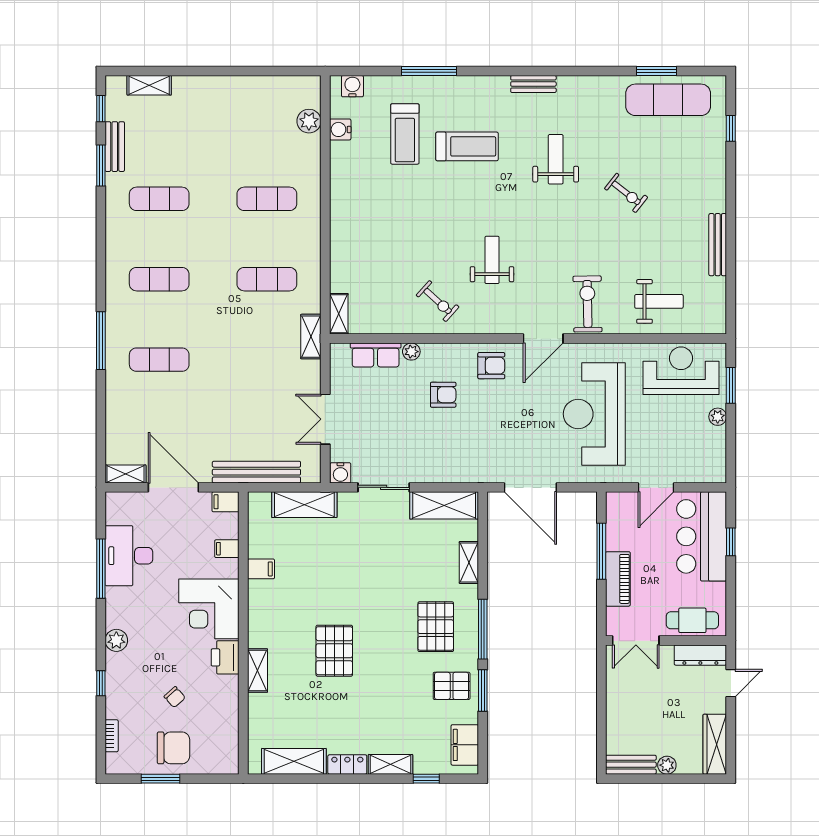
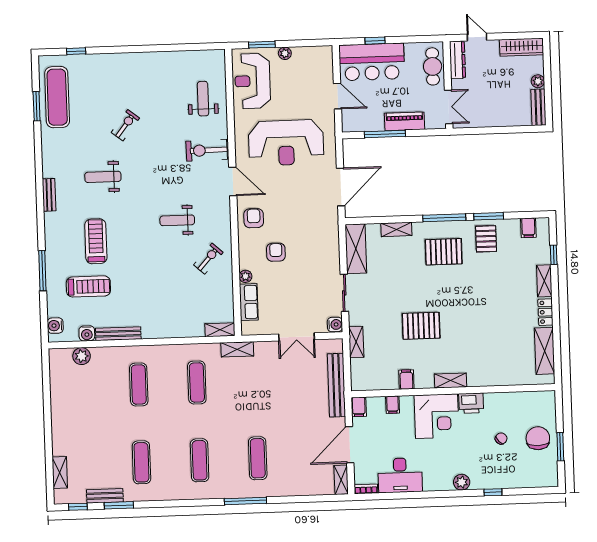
bench: (718, 245) -> (118, 334), moved
shelving: (304, 505) -> (356, 342), width x0.67, depth x0.75
window: (101, 569) -> (410, 495), removed
pallet: (334, 651) -> (421, 326), moved
shelving: (257, 671) -> (451, 380), moved
bookcase: (112, 736) -> (366, 489), moved
filing cabinet: (465, 745) -> (528, 228), width x0.50

